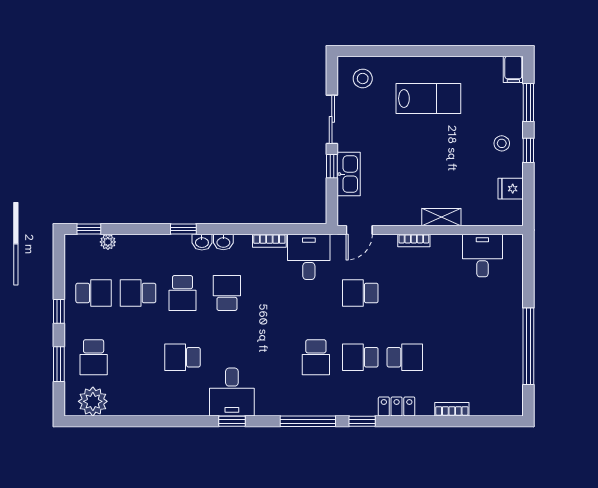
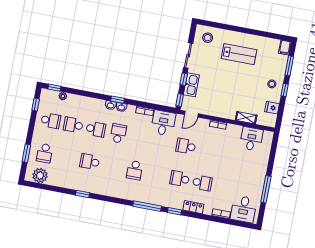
window: (332, 207) -> (180, 100), added
shelving: (441, 217) -> (246, 118), moved
window: (183, 229) -> (118, 100), moved
school desk: (182, 293) -> (96, 129), turned -90
window: (59, 311) -> (36, 105), moved
window: (528, 346) -> (266, 189), width x0.68
school desk: (316, 357) -> (135, 170), moved
desk: (232, 392) -> (244, 209), moved
window: (232, 421) -> (83, 194), moved

